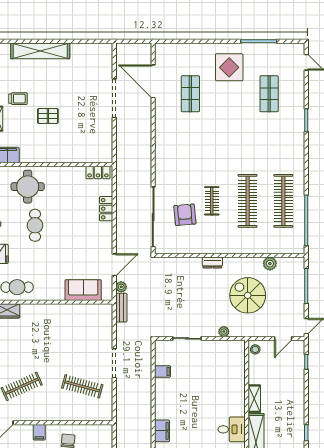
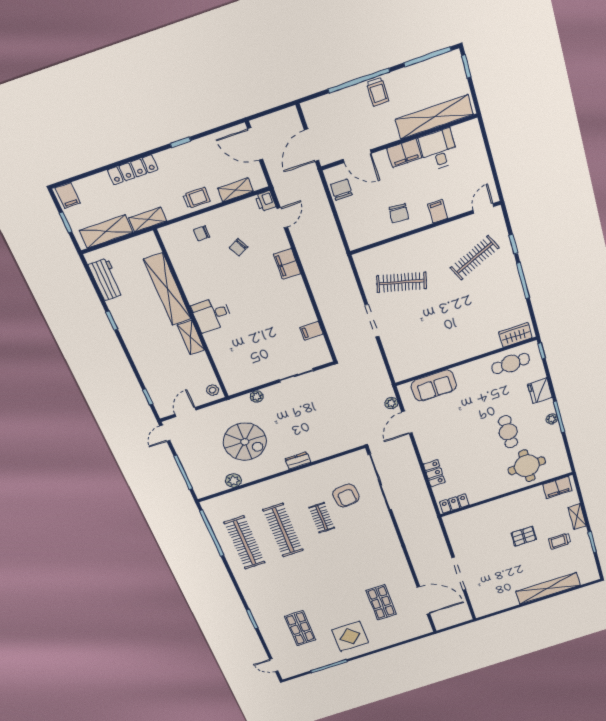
bench: (121, 308) -> (384, 382), removed
desk: (232, 429) -> (212, 315), moved

